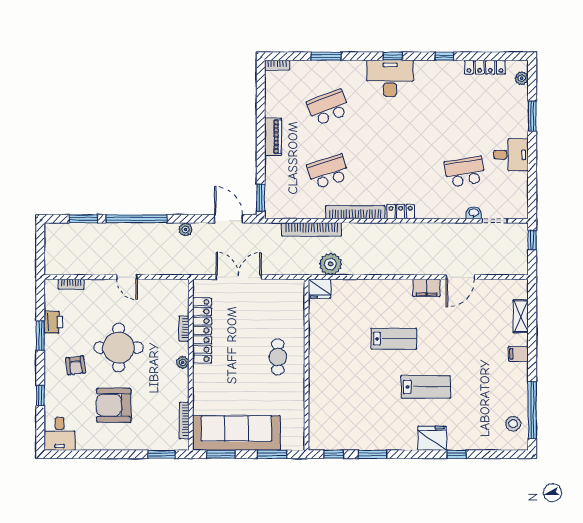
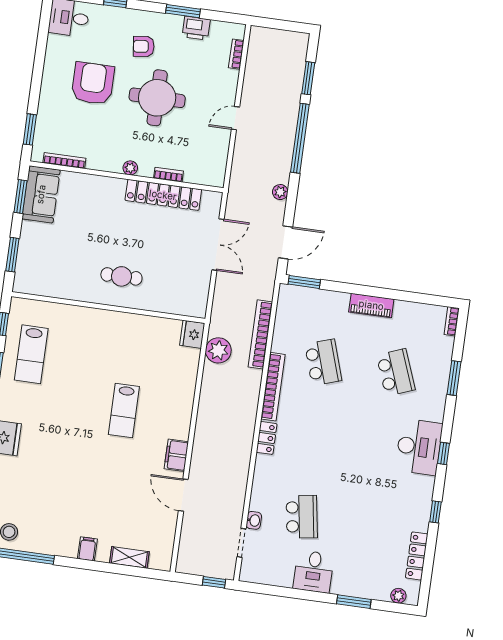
lab bench: (426, 387) -> (31, 354), moved
sofa: (236, 433) -> (41, 194), width x0.54, depth x0.79

